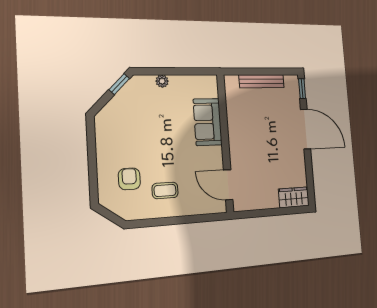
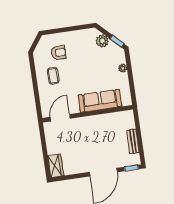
bench: (262, 81) -> (133, 141), width x0.73
plant: (117, 107) -> (102, 41), added
sofa: (208, 122) -> (100, 101), width x1.36

